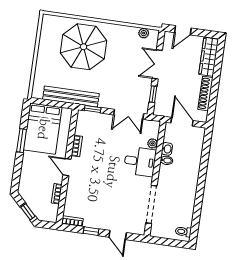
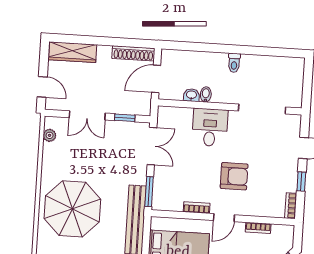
shoe rack: (205, 94) -> (133, 53), moved
window: (93, 109) -> (149, 192), width x1.50
plant: (153, 143) -> (186, 114), removed
armchair: (99, 178) -> (234, 176), added
toilet: (183, 232) -> (234, 63), moved

